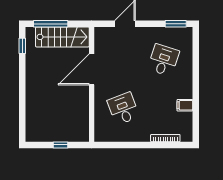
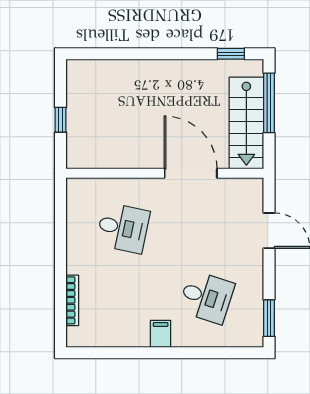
filing cabinet: (185, 105) -> (161, 334), moved
desk: (123, 109) -> (123, 228), turned 33

